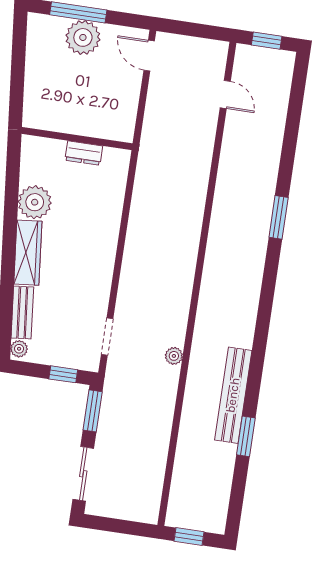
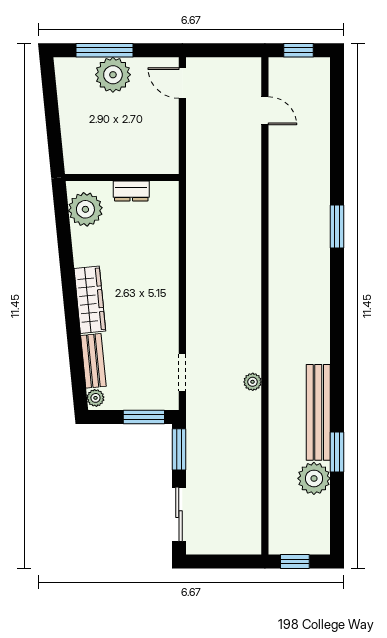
plant: (35, 202) -> (85, 209), moved
window: (63, 374) -> (144, 417), width x1.50
plant: (220, 459) -> (314, 478), added

